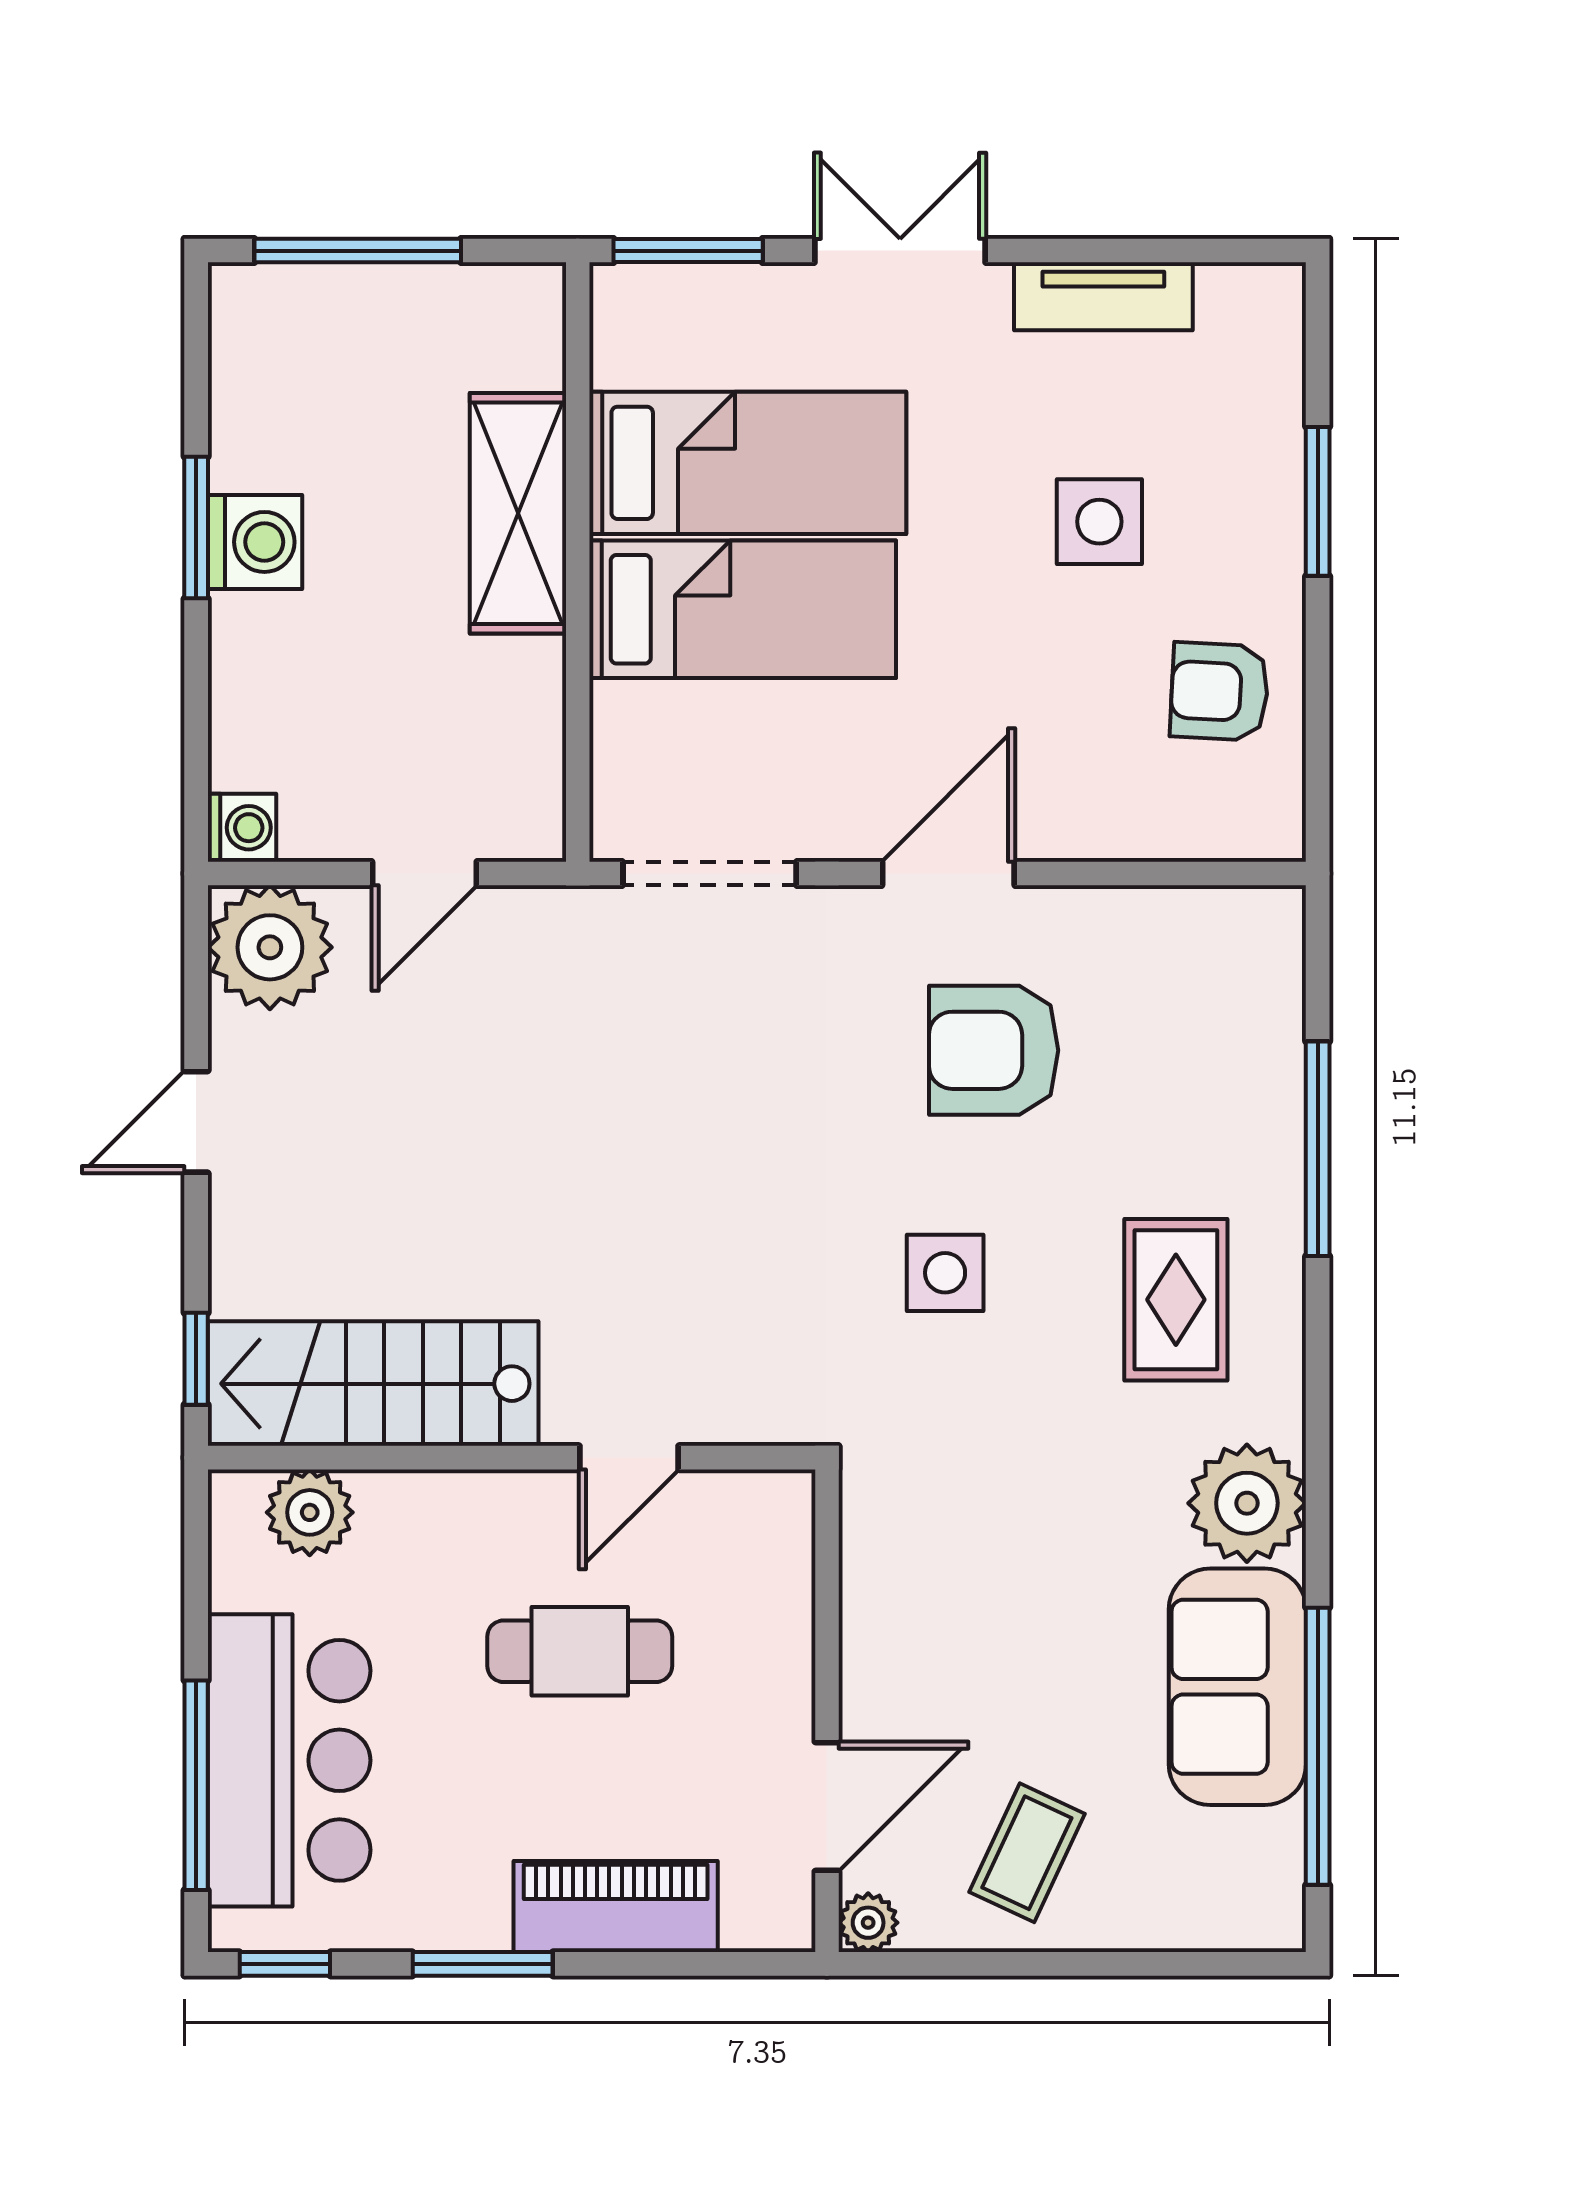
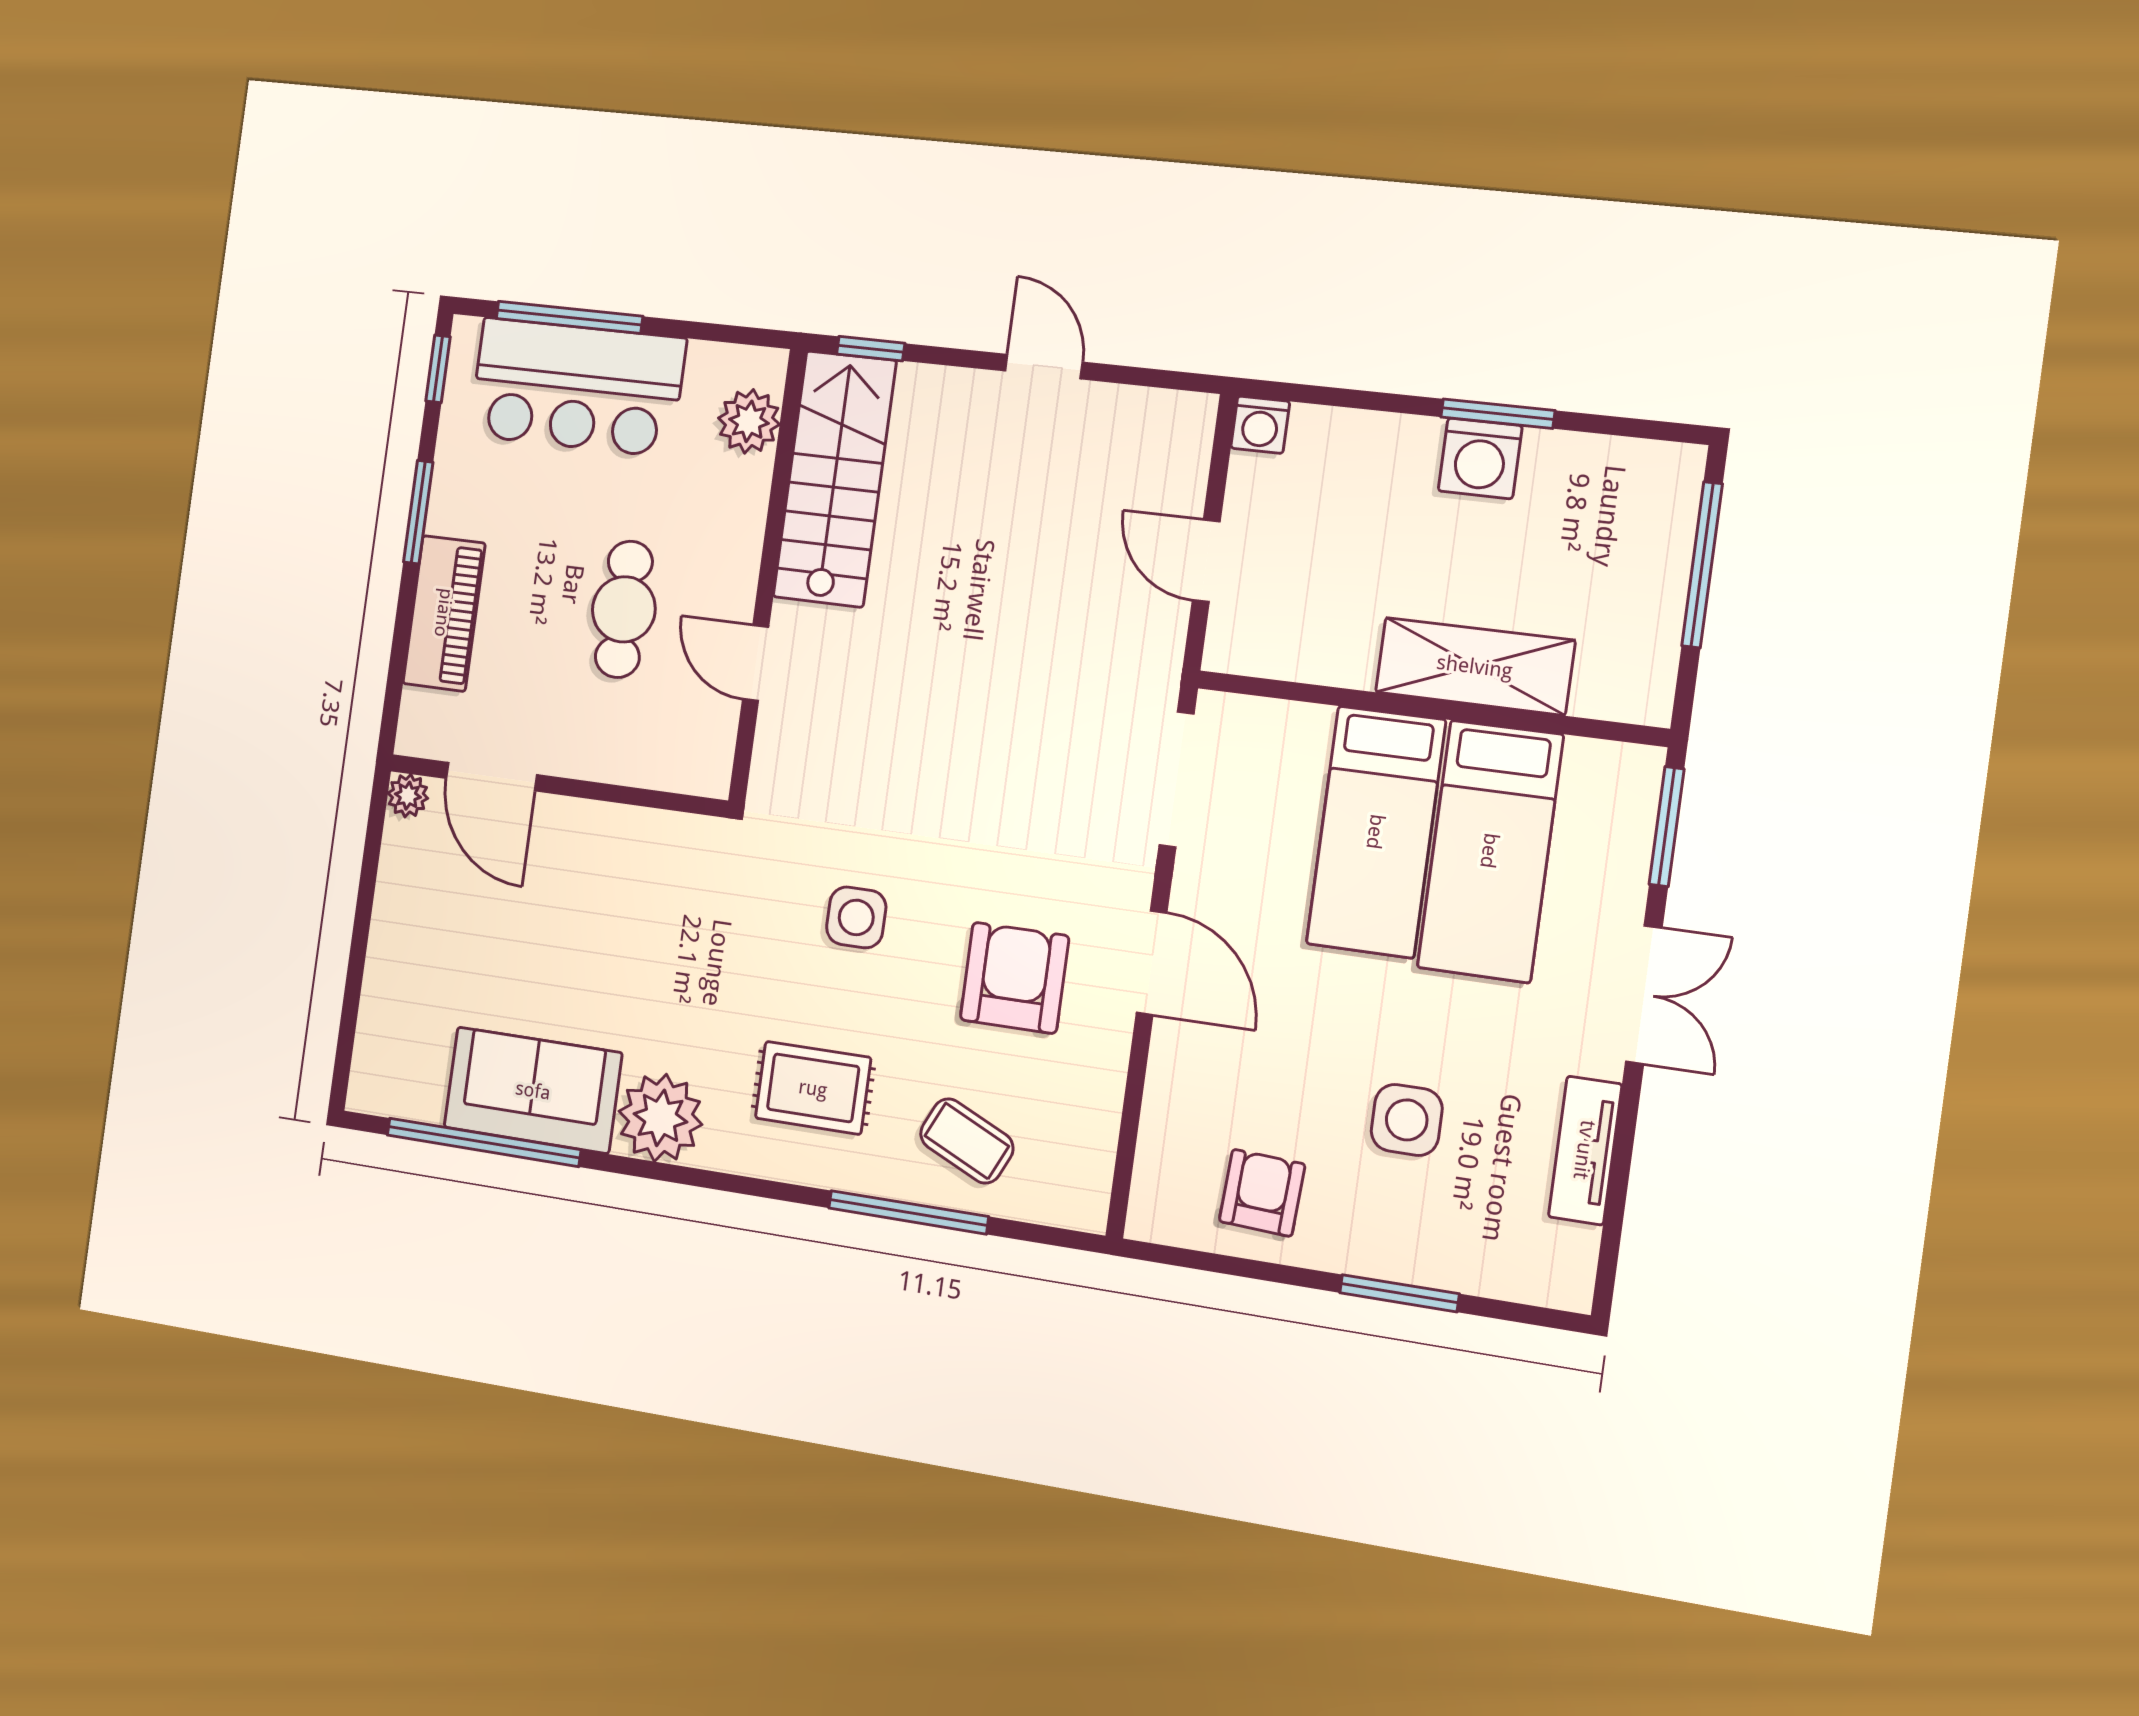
plant: (270, 947) -> (1167, 436), removed
coffee table: (1027, 1853) -> (967, 1141), moved

